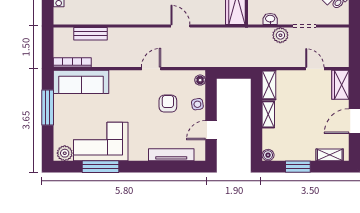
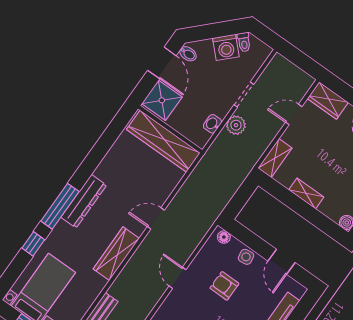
wardrobe: (138, 16) -> (116, 254), added
shelving: (269, 85) -> (275, 158), moved, turned 90

